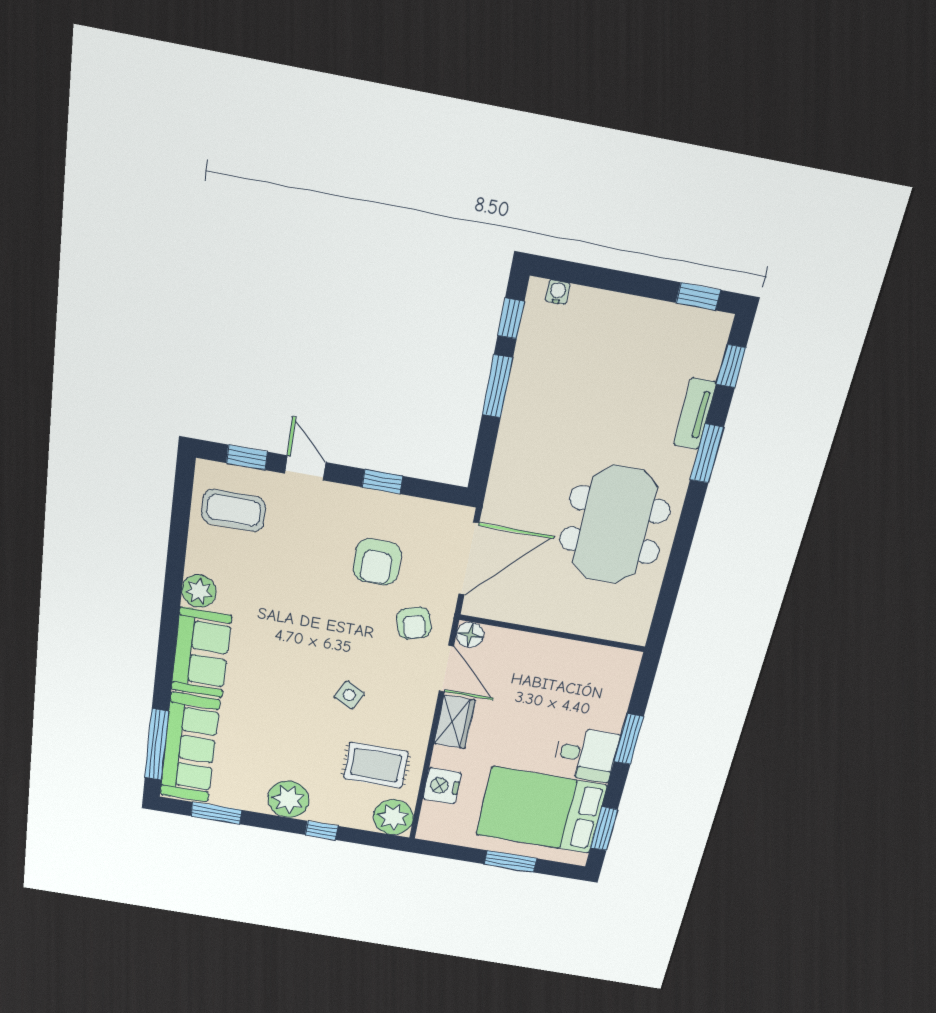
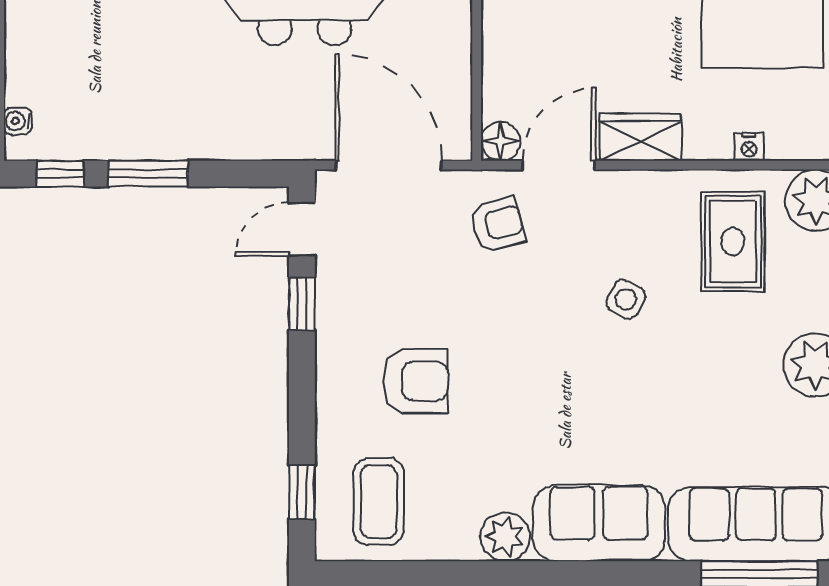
door: (305, 468) -> (302, 229), moved
armchair: (377, 562) -> (416, 381), moved
nightstand: (442, 786) -> (749, 147), width x0.53, depth x0.56

